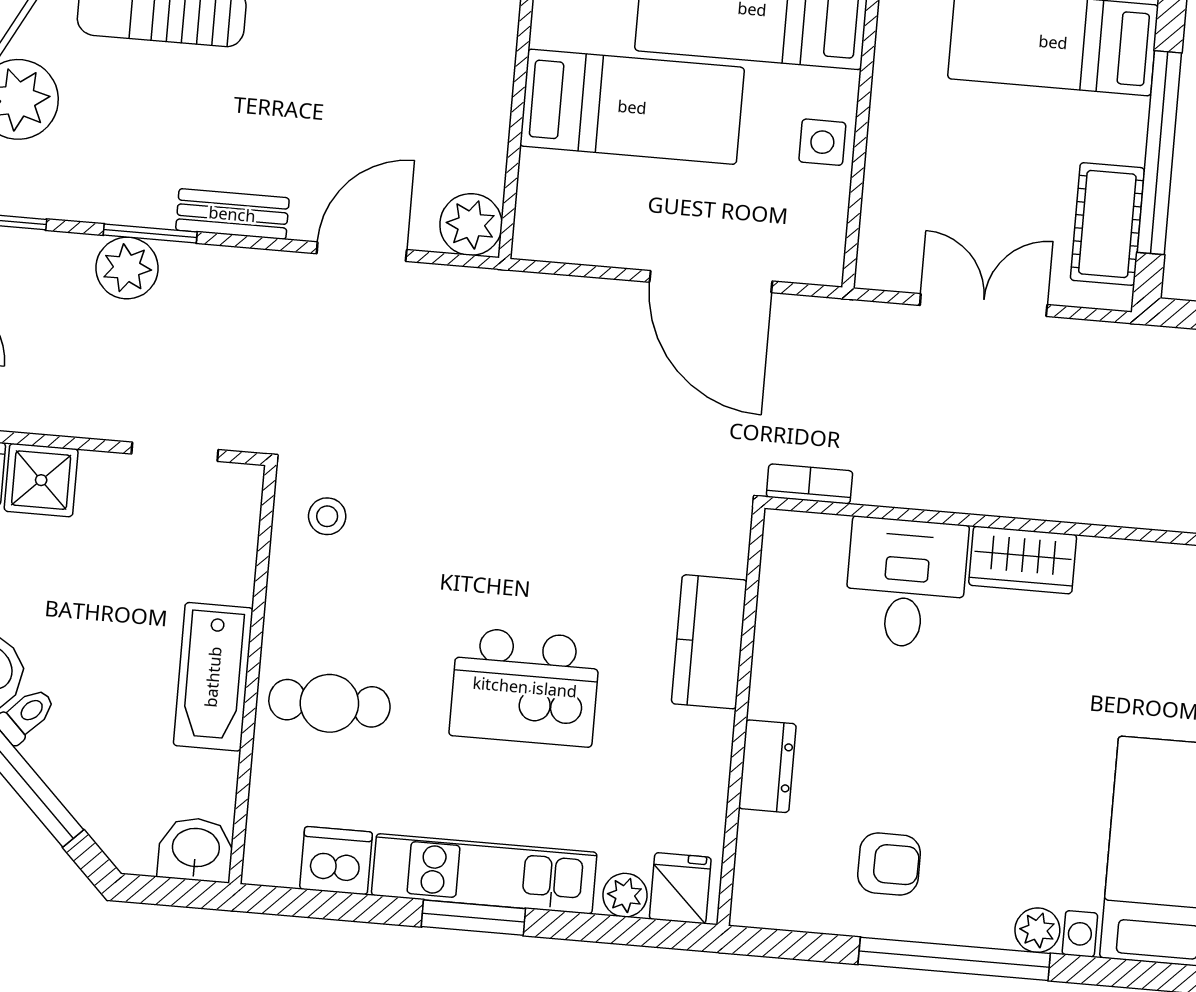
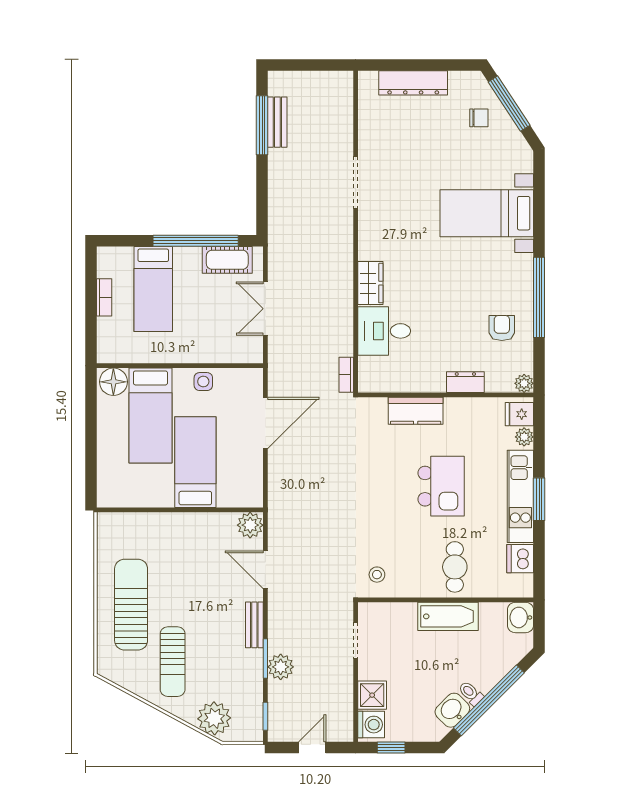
plant: (1037, 930) -> (524, 383), moved

